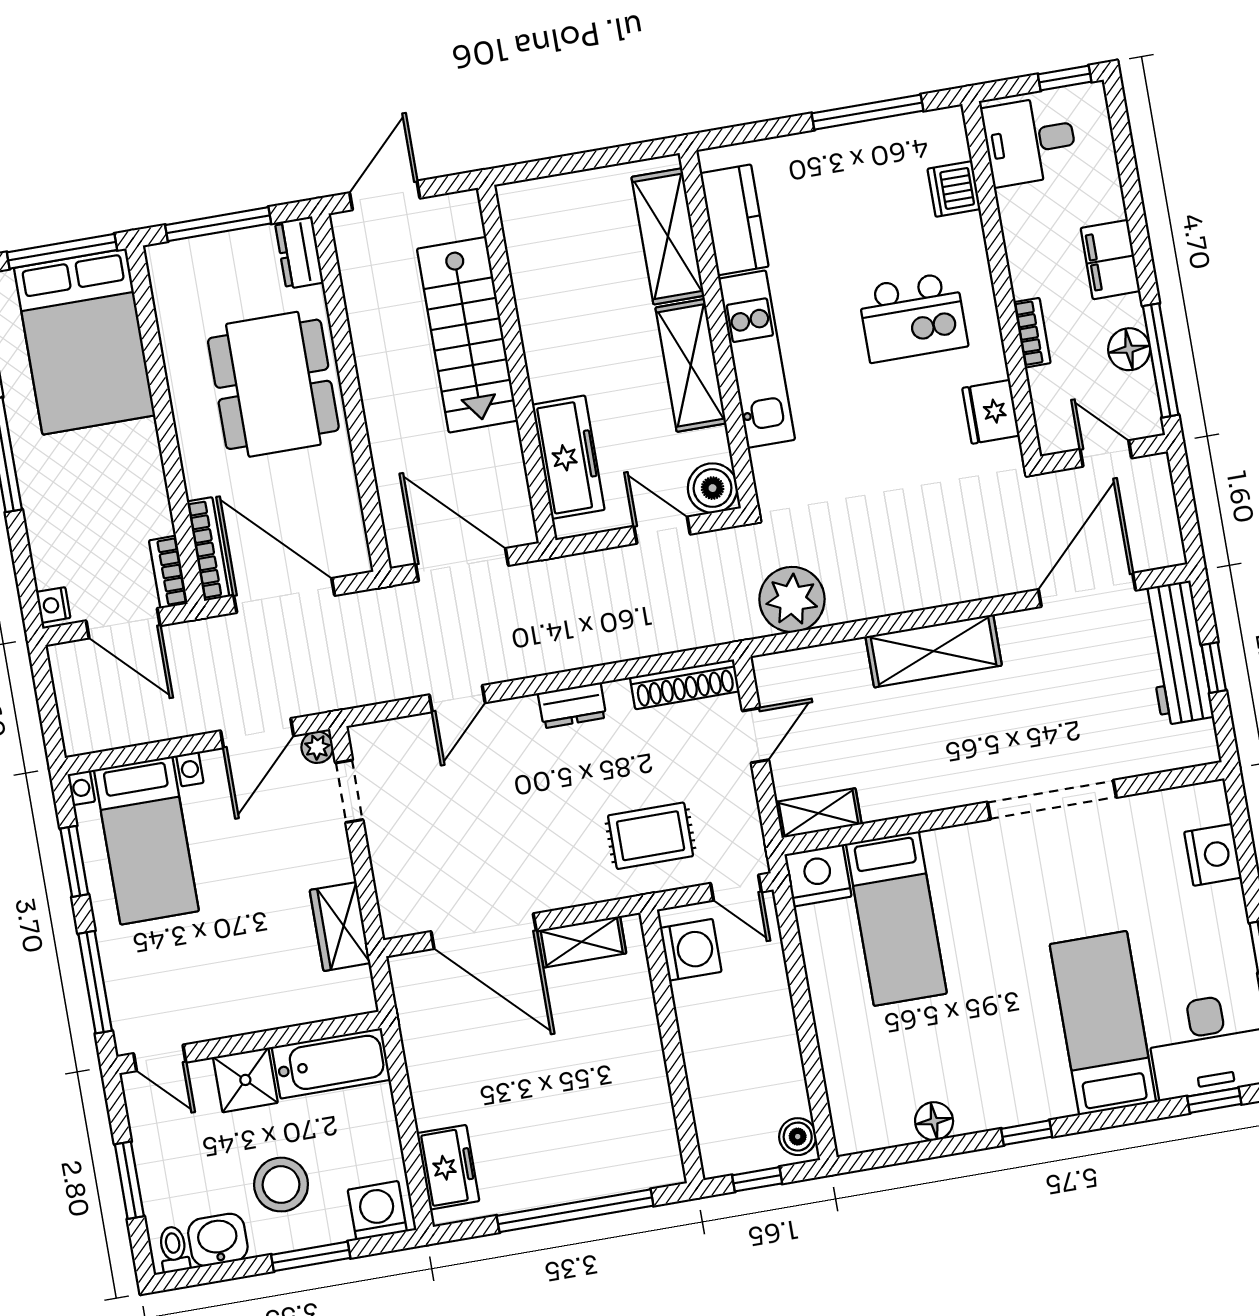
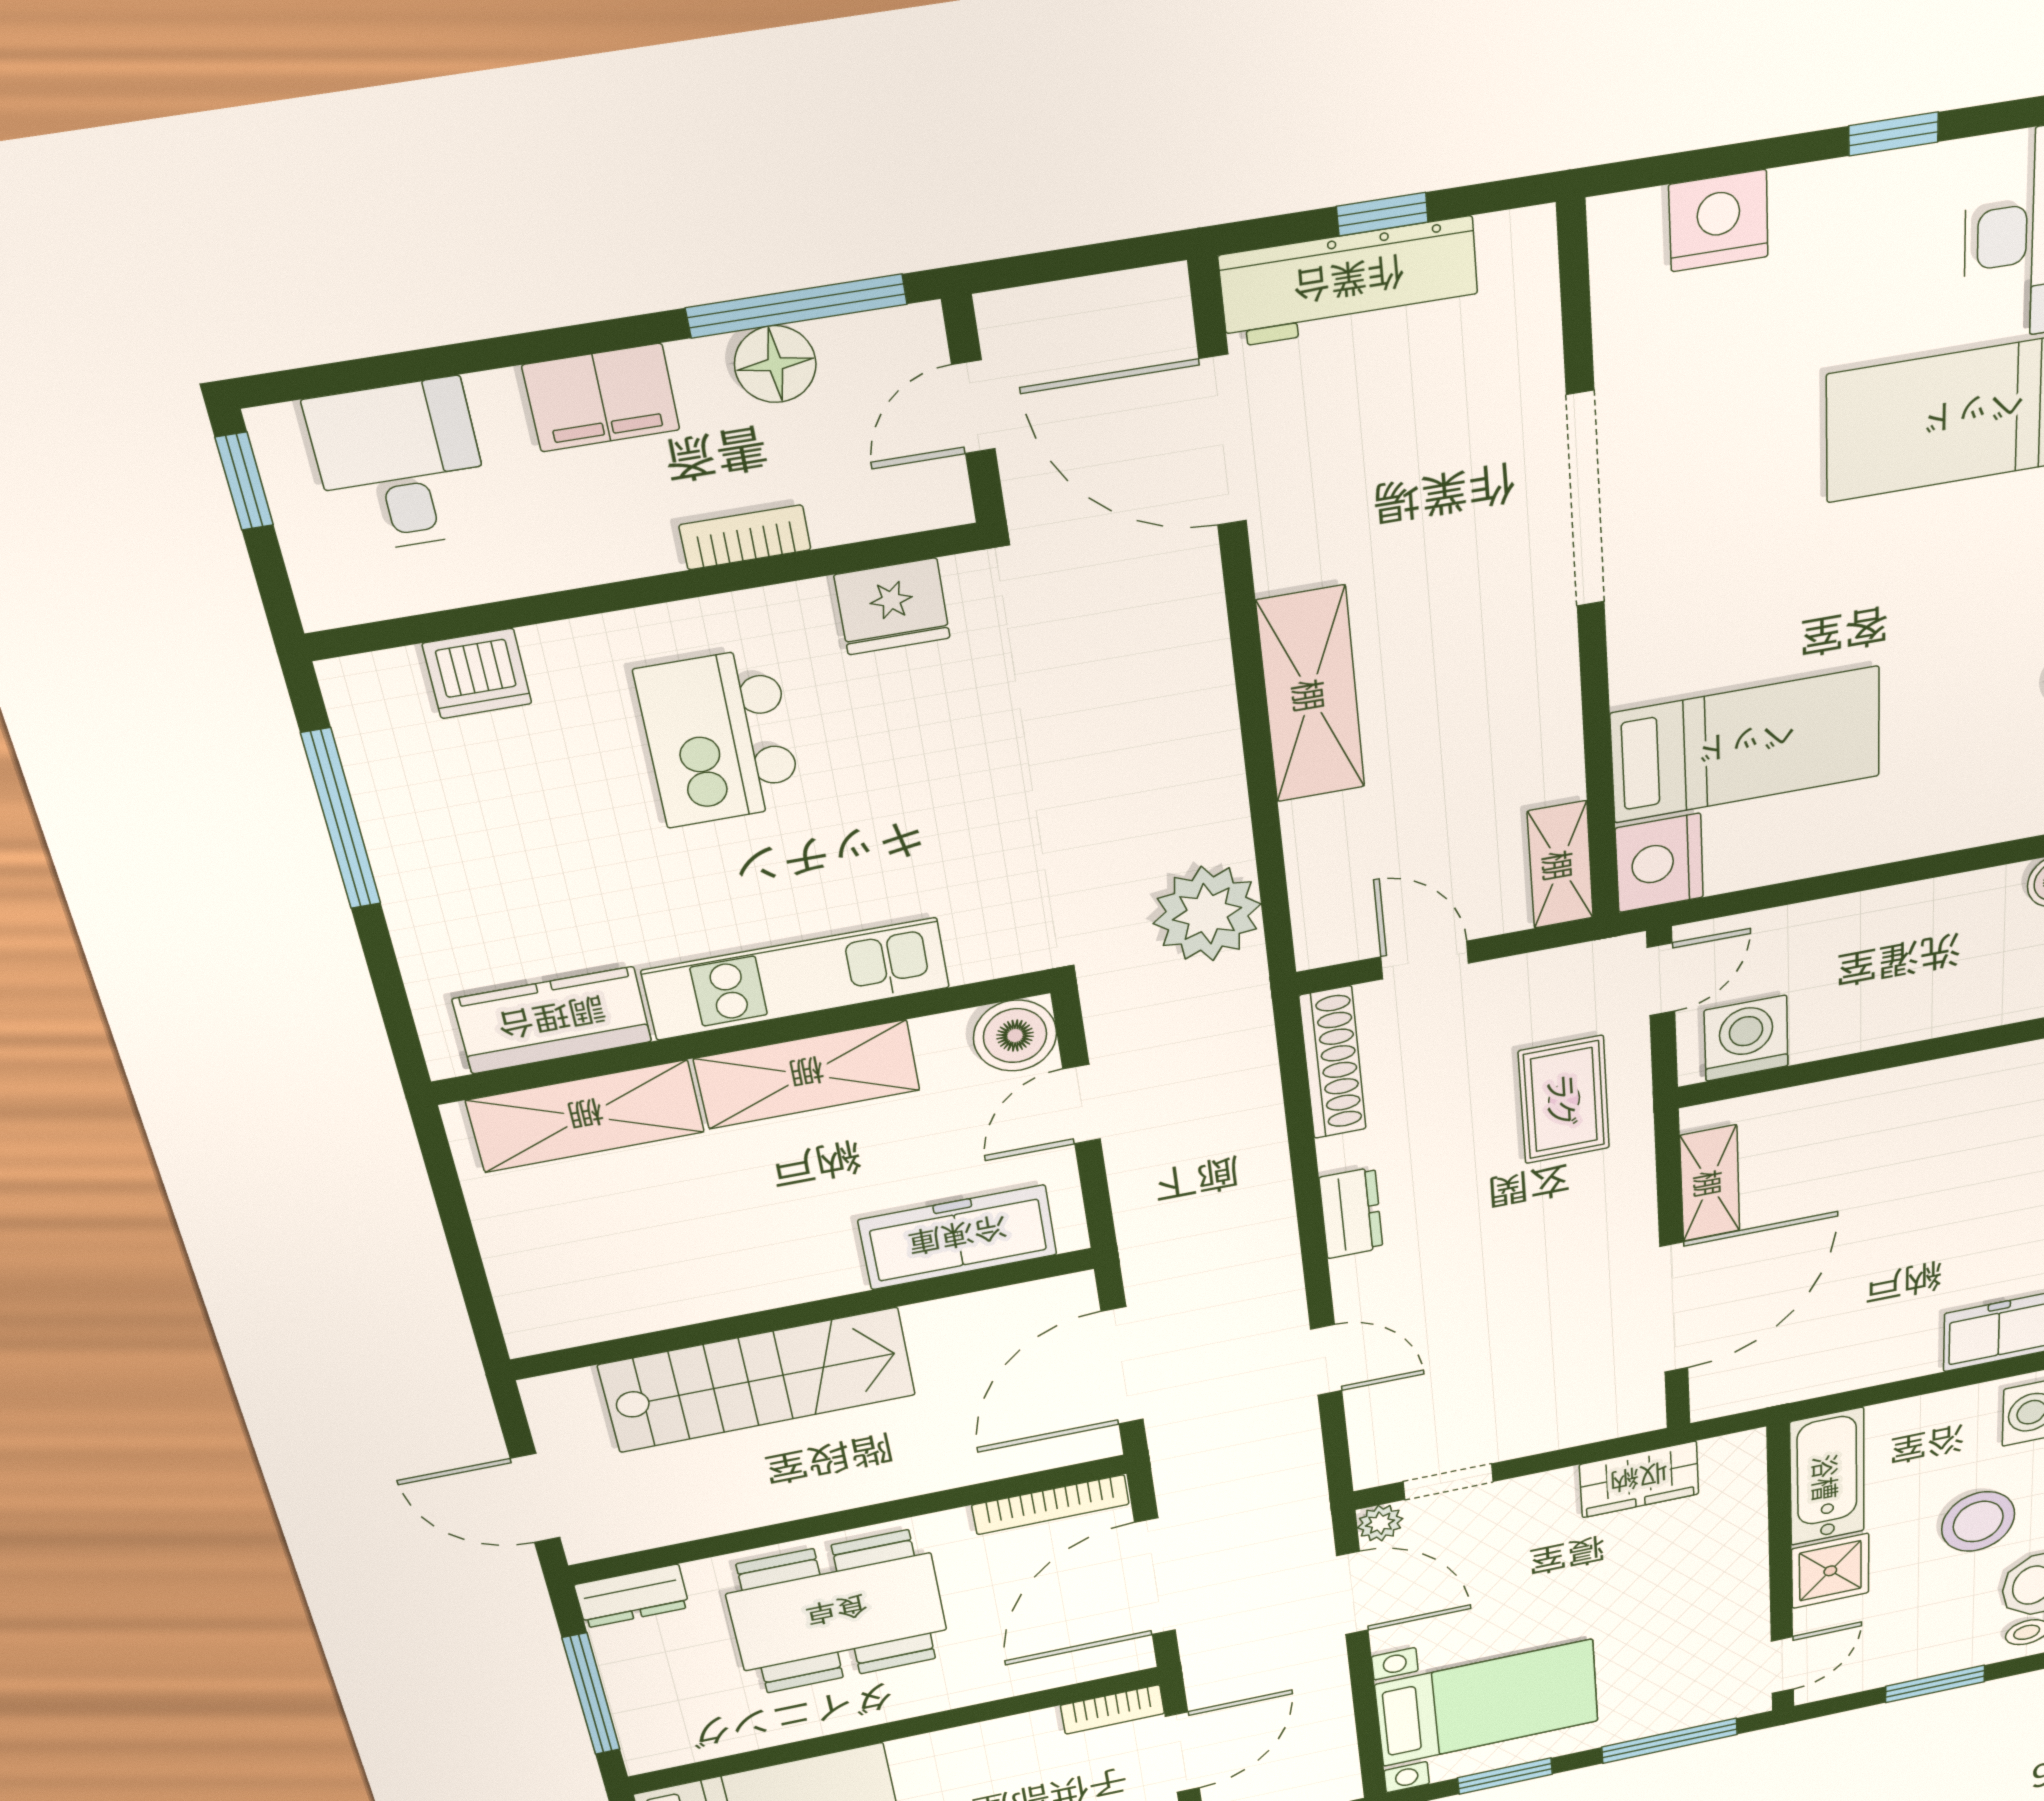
desk: (1030, 141) -> (400, 466), moved, turned 180
kitchen island: (913, 317) -> (719, 738), turned 180
bookcase: (208, 549) -> (1051, 1505), moved, turned 180

